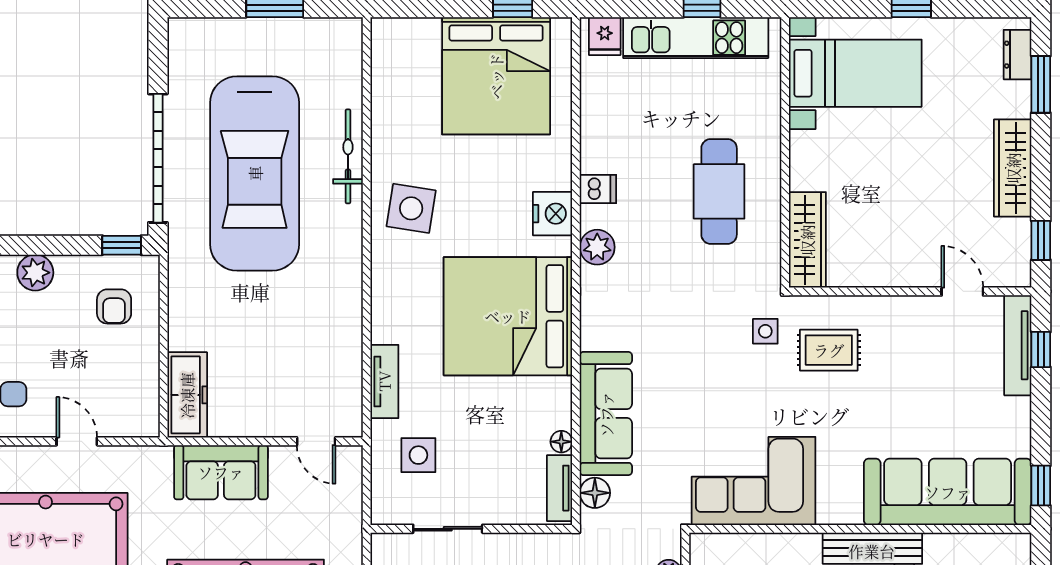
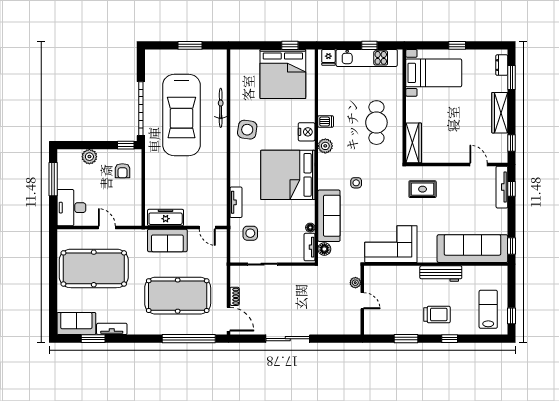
side table: (765, 331) -> (356, 183), moved
freezer: (187, 395) -> (166, 218), moved, turned -90

